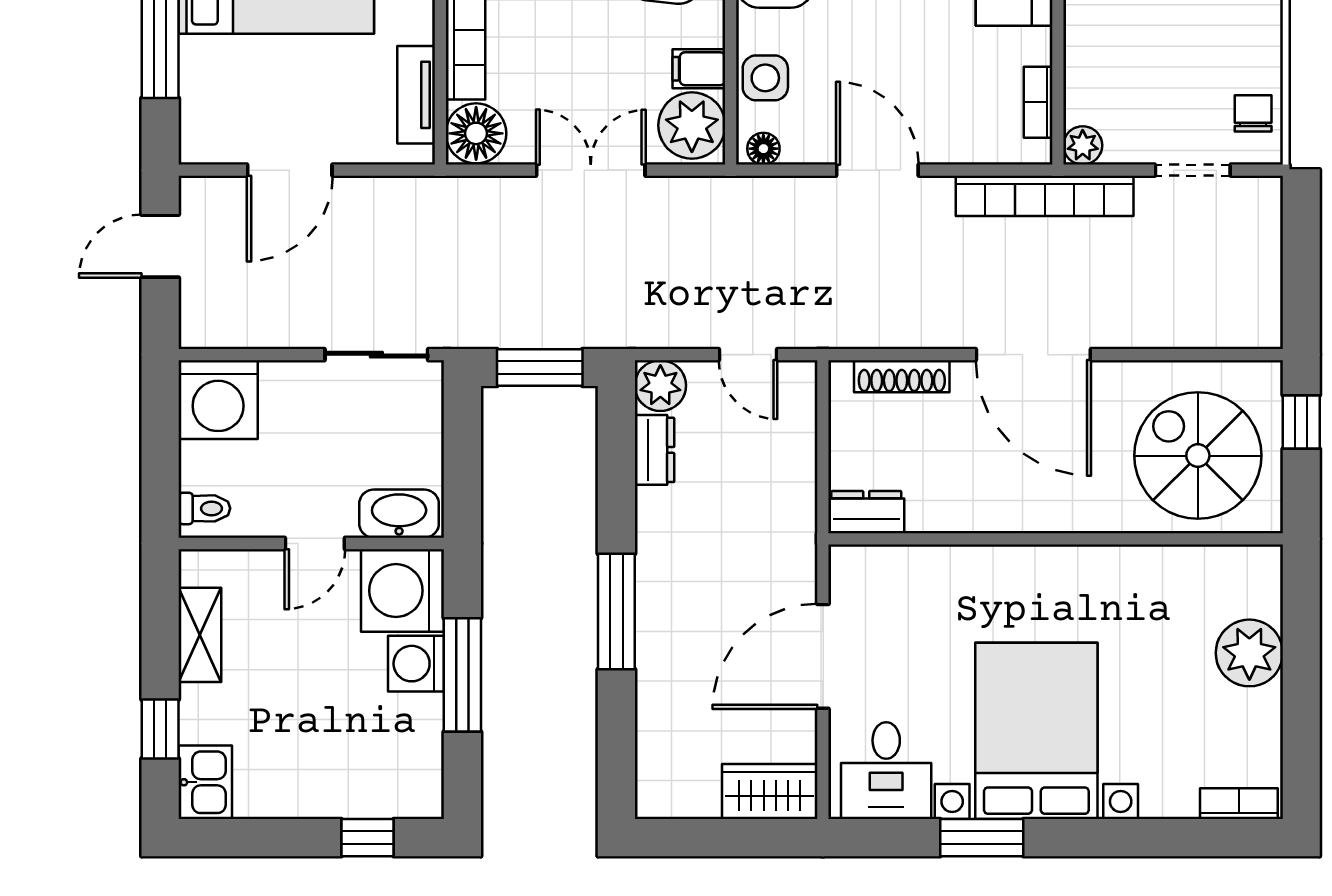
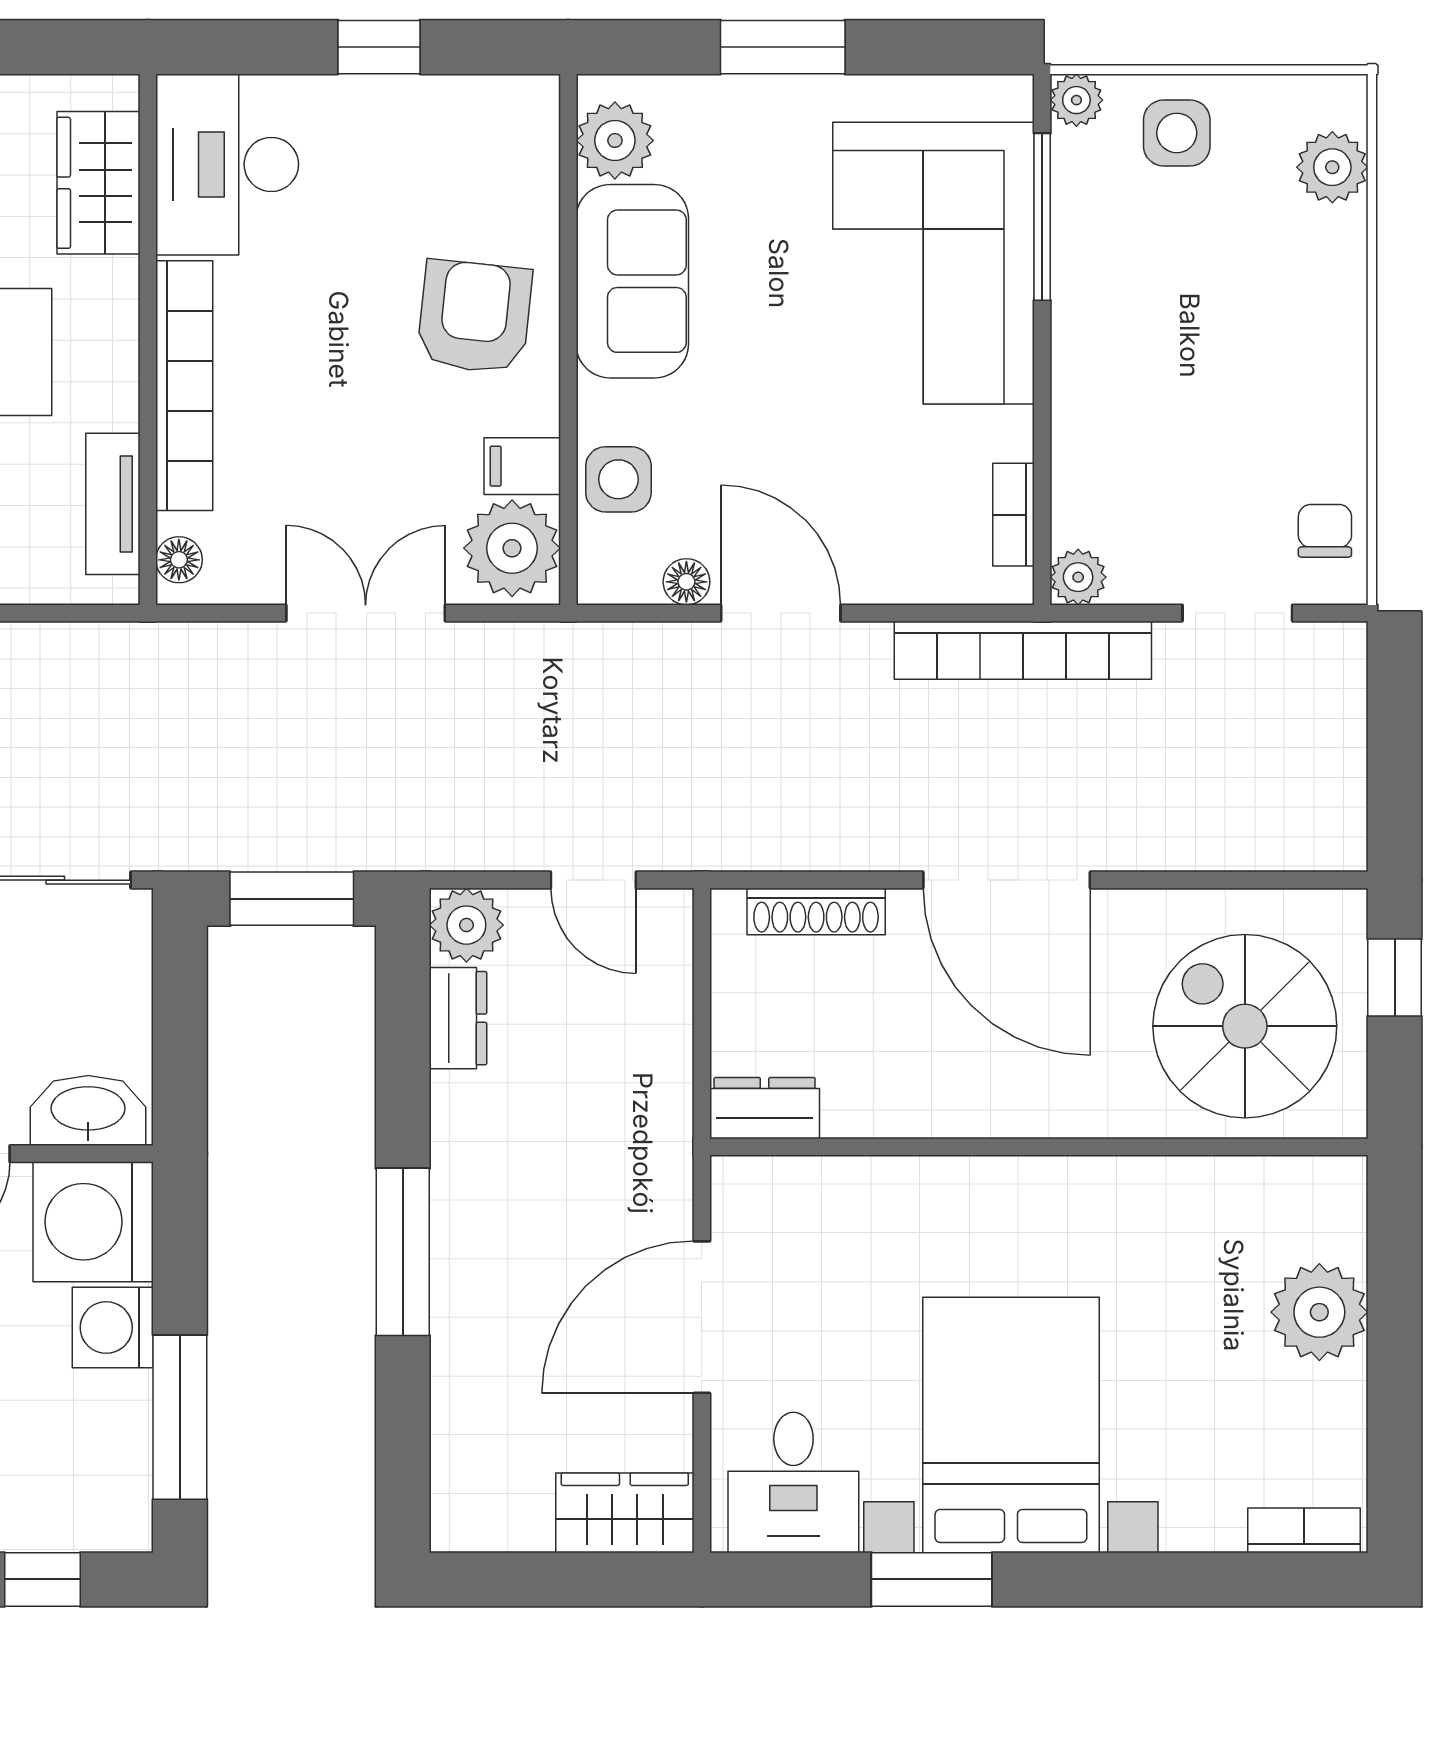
floor lamp: (476, 133) -> (179, 560), width x0.53, depth x0.53
floor lamp: (763, 149) -> (686, 582), moved
window: (462, 675) -> (180, 1417), moved

